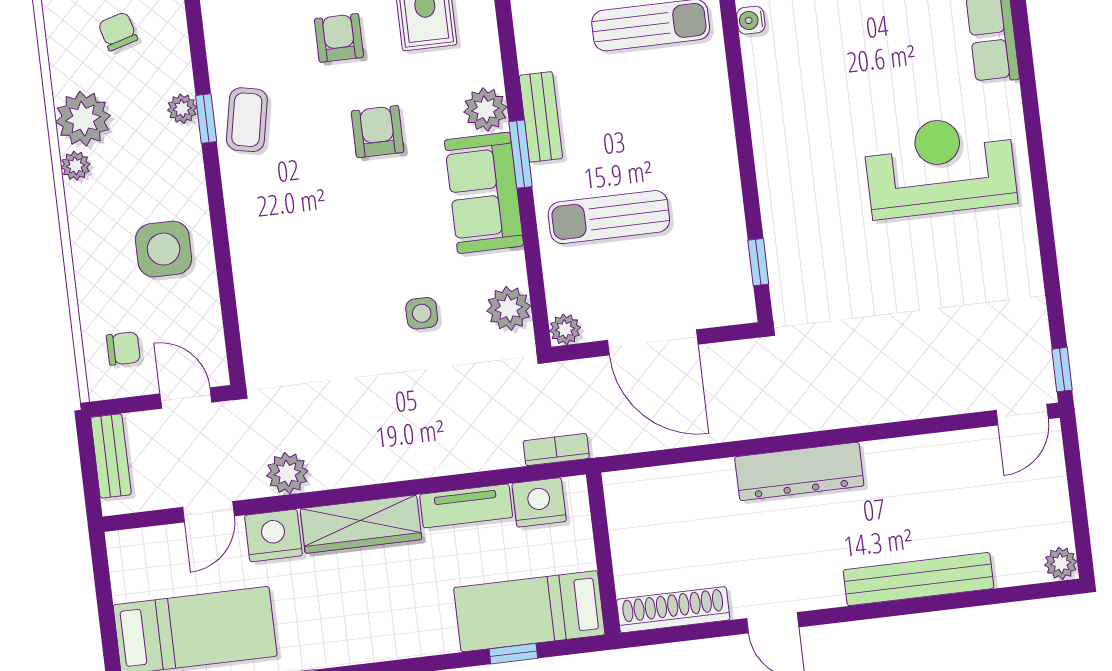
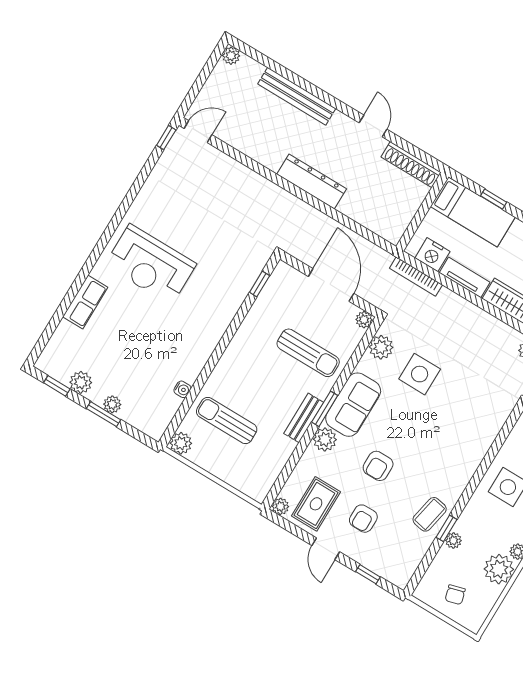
side table: (422, 313) -> (420, 374), width x1.87, depth x1.87
bookcase: (556, 450) -> (416, 277), width x1.56

